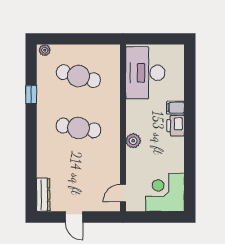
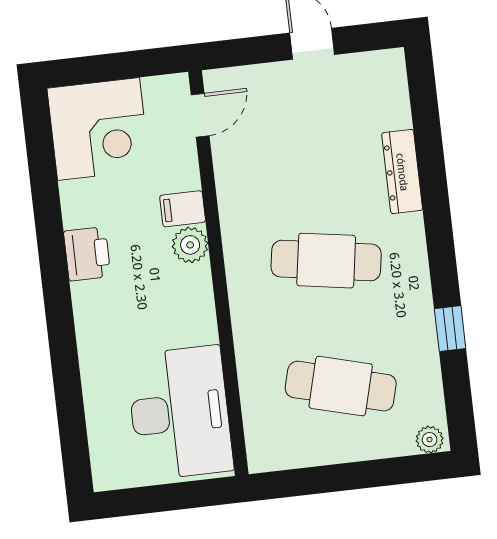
filing cabinet: (175, 108) -> (183, 209), moved, turned 180
printer: (176, 126) -> (87, 254), moved
dresser: (43, 195) -> (402, 172), moved

